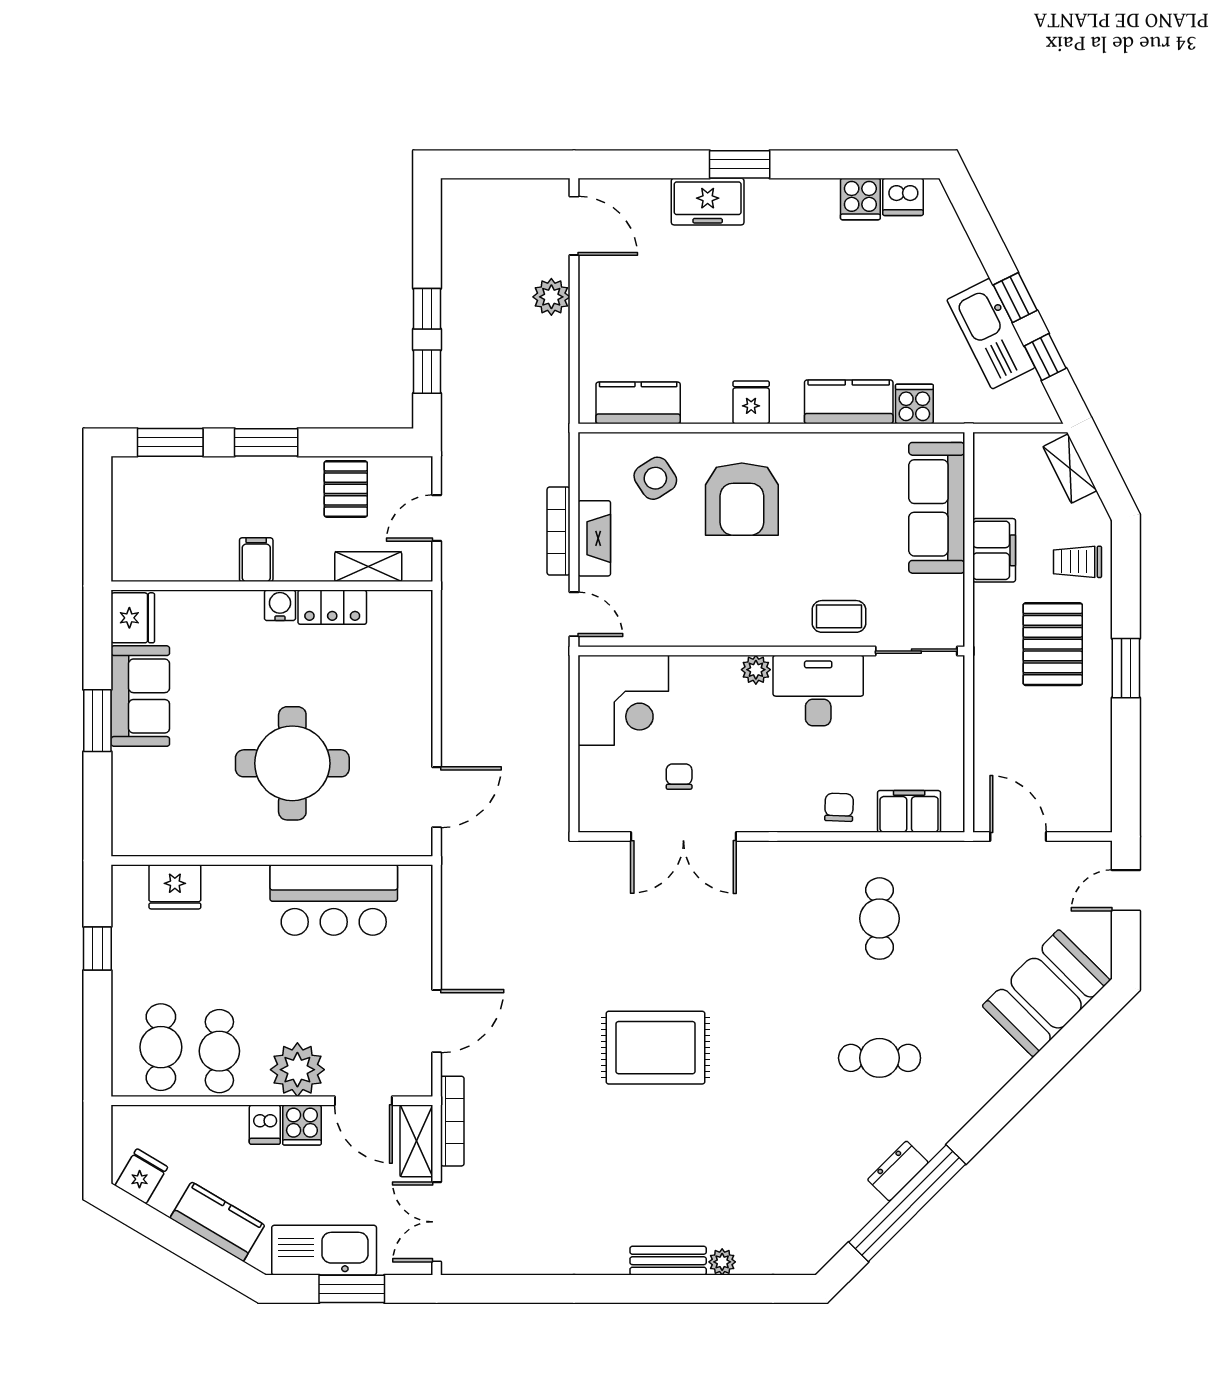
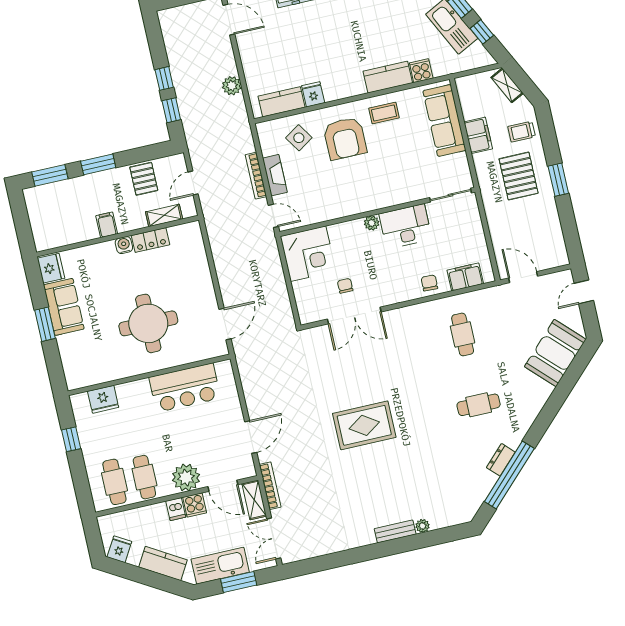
plant: (551, 297) -> (232, 86), moved
fridge: (751, 402) -> (313, 94), moved
coffee table: (839, 616) -> (384, 113), moved

